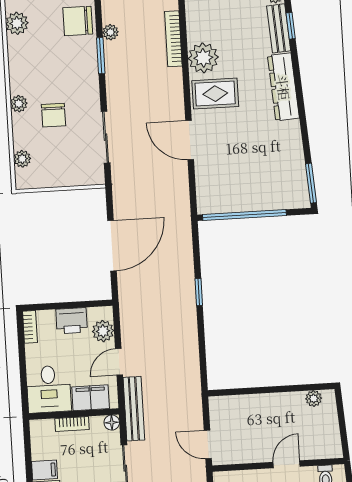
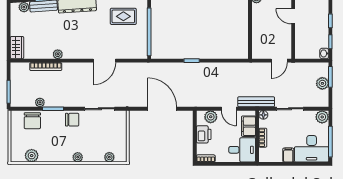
plant: (203, 58) -> (58, 54), width x0.53, depth x0.53
rug: (215, 94) -> (123, 16), moved, turned 90
chair: (53, 115) -> (72, 120), moved

